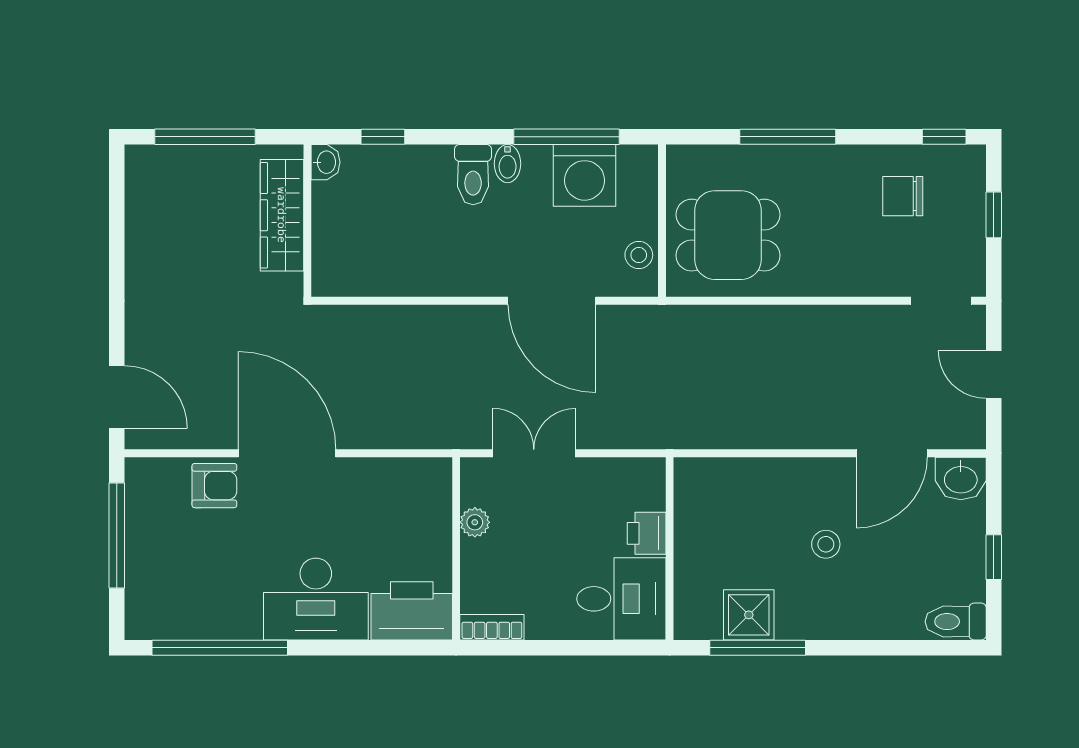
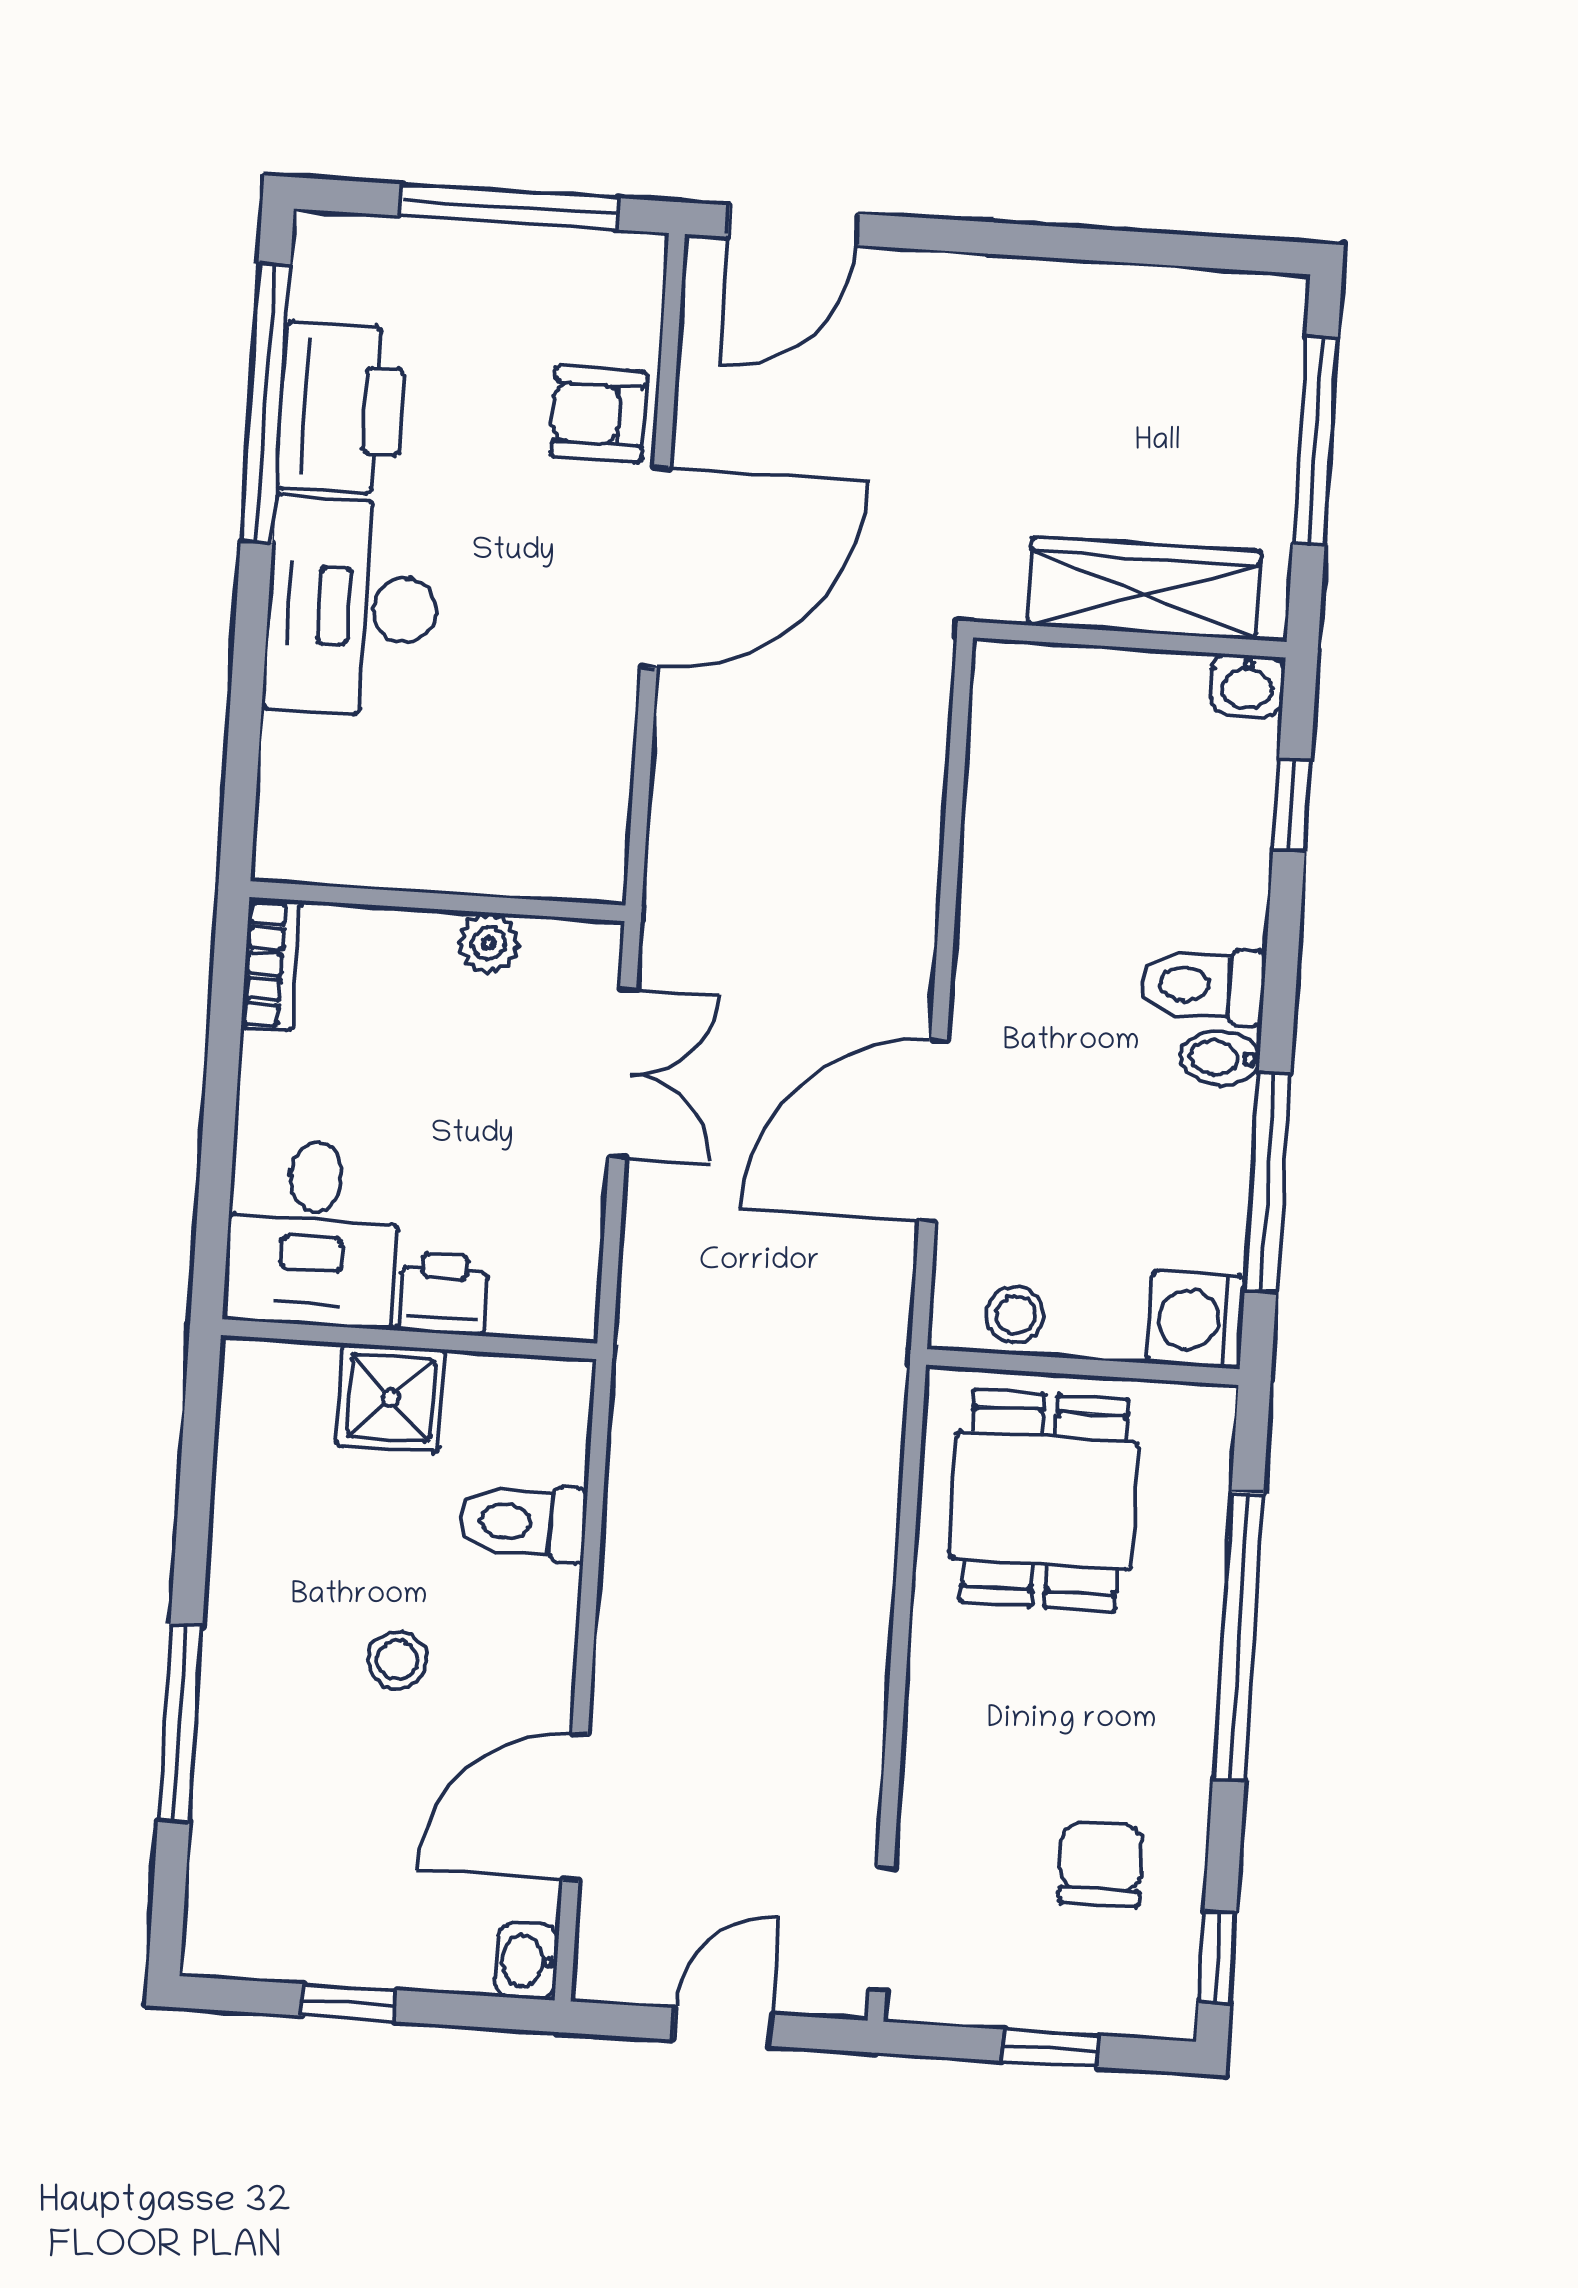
window: (788, 137) -> (1238, 1636), width x1.46
washing machine: (585, 175) -> (1196, 1320), moved, width x0.73, depth x0.73
door: (892, 453) -> (575, 1807), hinge flipped
washbasin: (961, 478) -> (527, 1961), width x0.72, depth x0.69
armchair: (214, 486) -> (599, 414), turned 90
printer: (412, 611) -> (341, 408), moved
shower: (749, 615) -> (391, 1398), moved
toilet: (956, 622) -> (523, 1522), moved, turned -90
window: (758, 648) -> (180, 1723), moved

